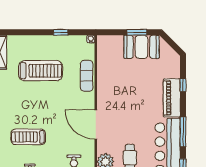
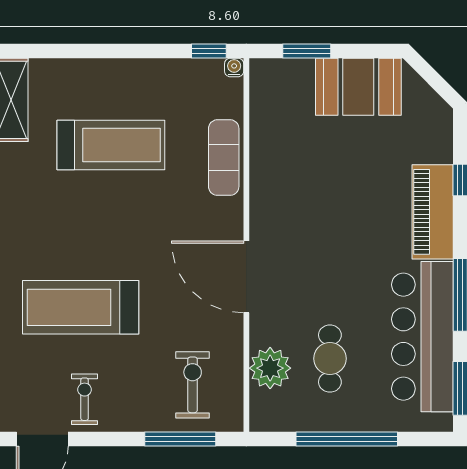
window: (61, 32) -> (209, 51), moved
window: (137, 32) -> (307, 51), moved
treadmill: (28, 137) -> (81, 307), width x1.37, depth x1.38

